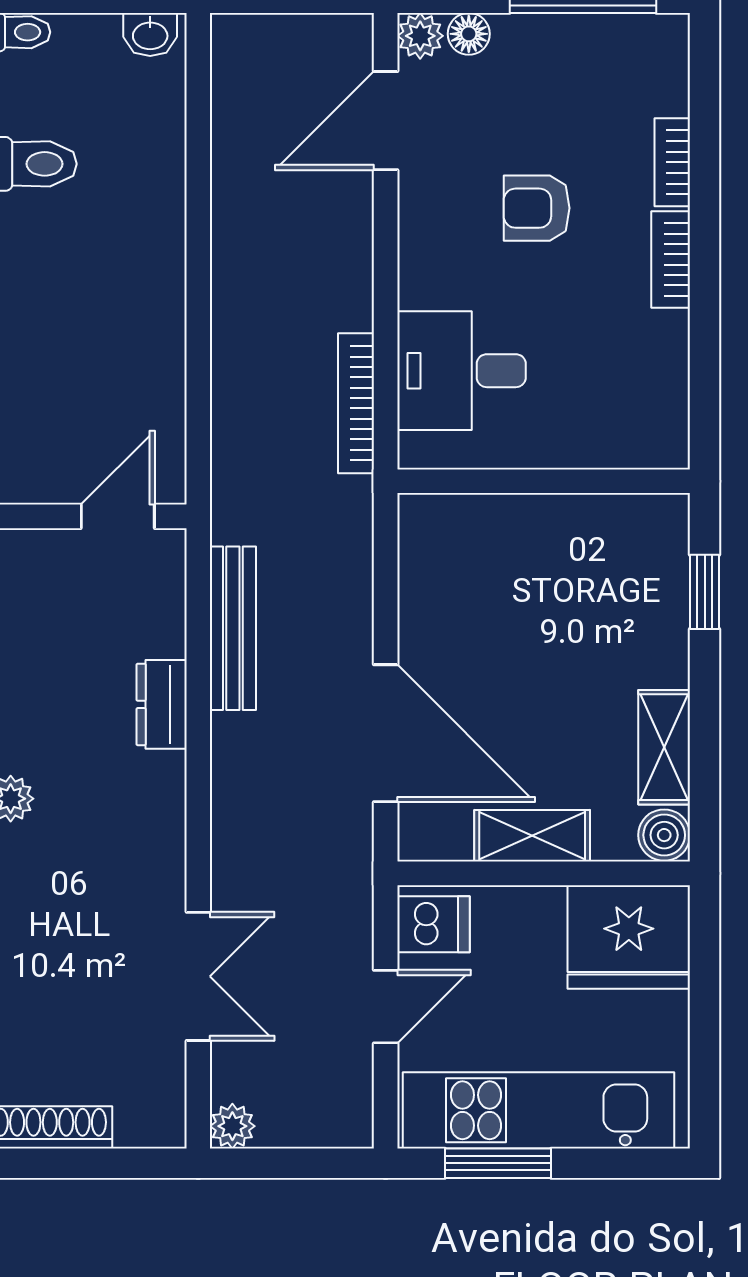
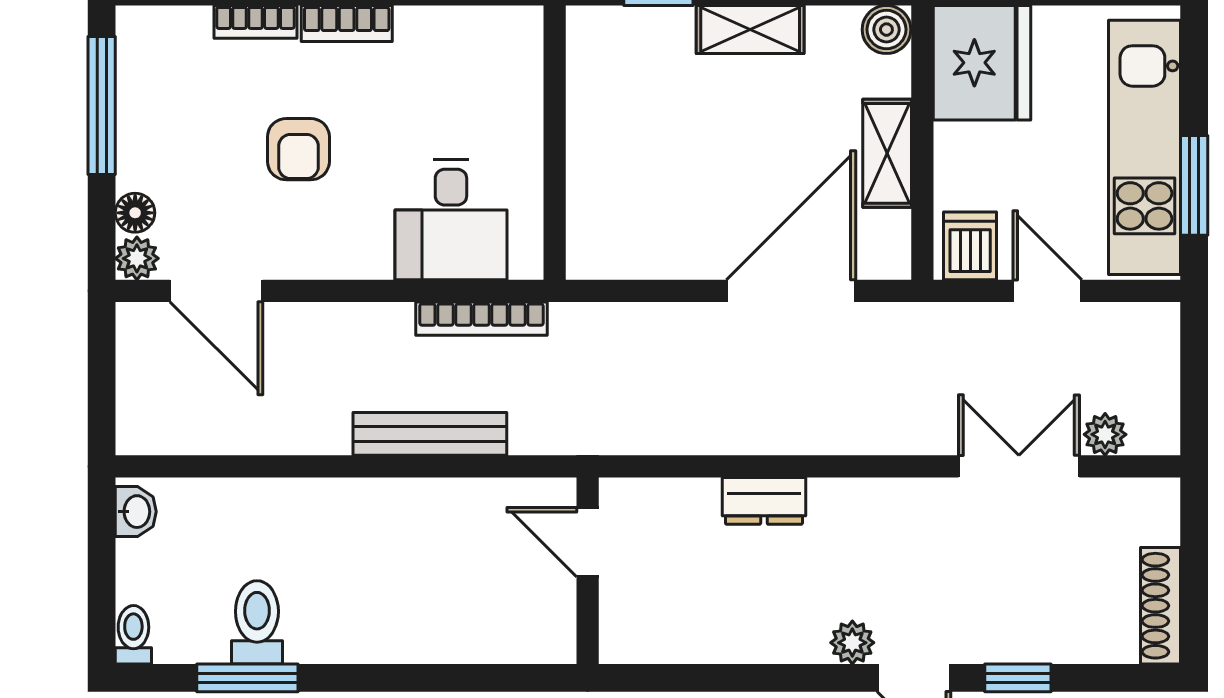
bench: (233, 628) -> (430, 434), moved
shelving: (664, 747) -> (750, 30), moved
plant: (232, 1126) -> (1105, 434), moved

